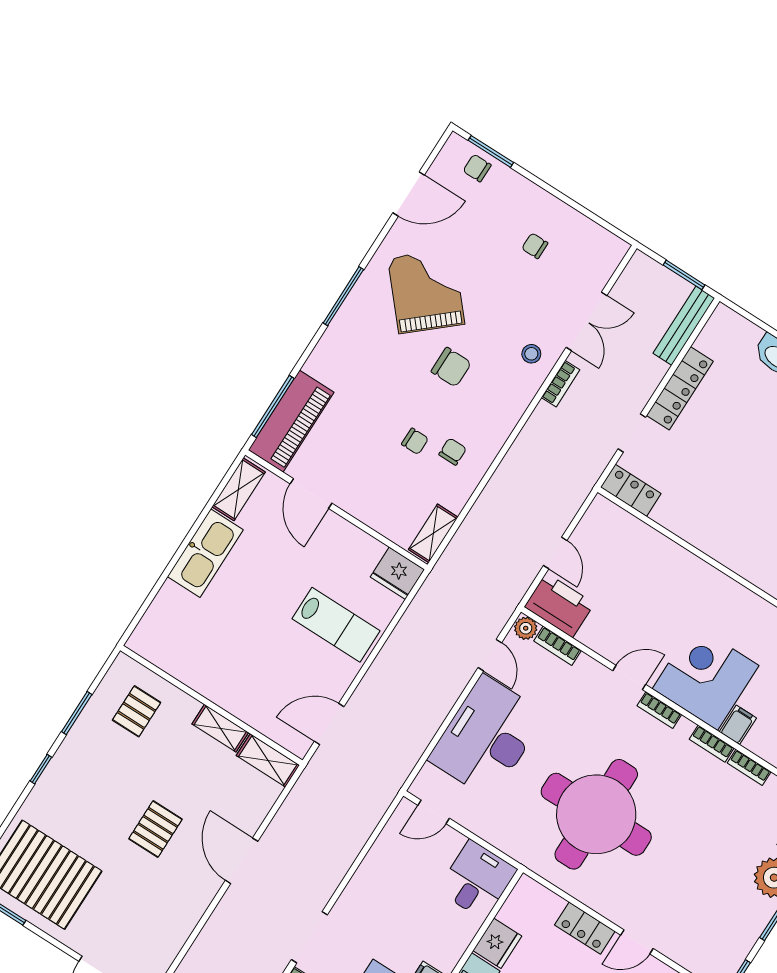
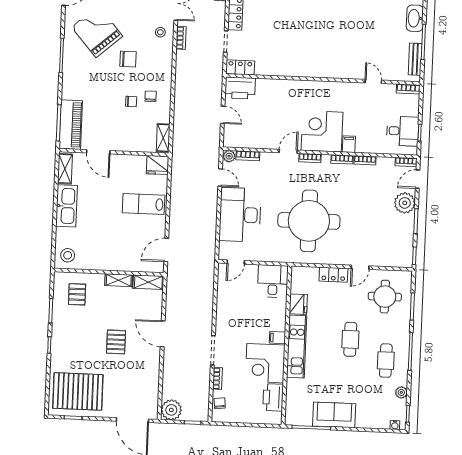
printer: (559, 605) -> (240, 88), moved, turned 180
lab bench: (336, 625) -> (144, 204), turned 180
stool: (159, 637) -> (68, 255), added

